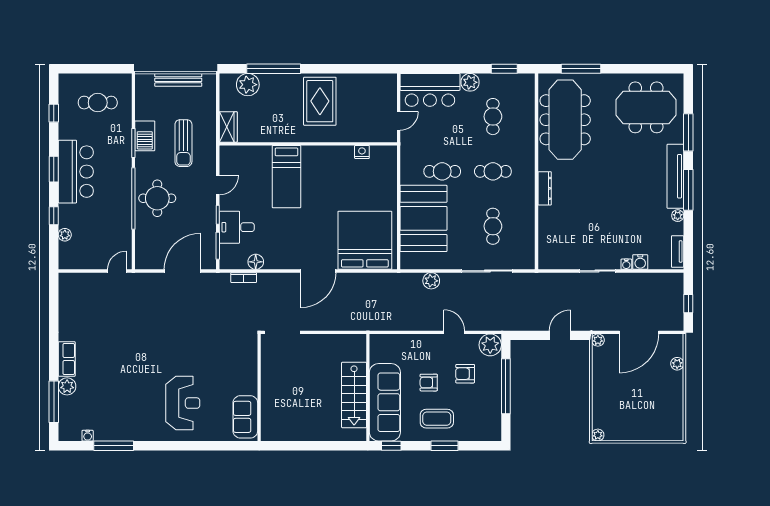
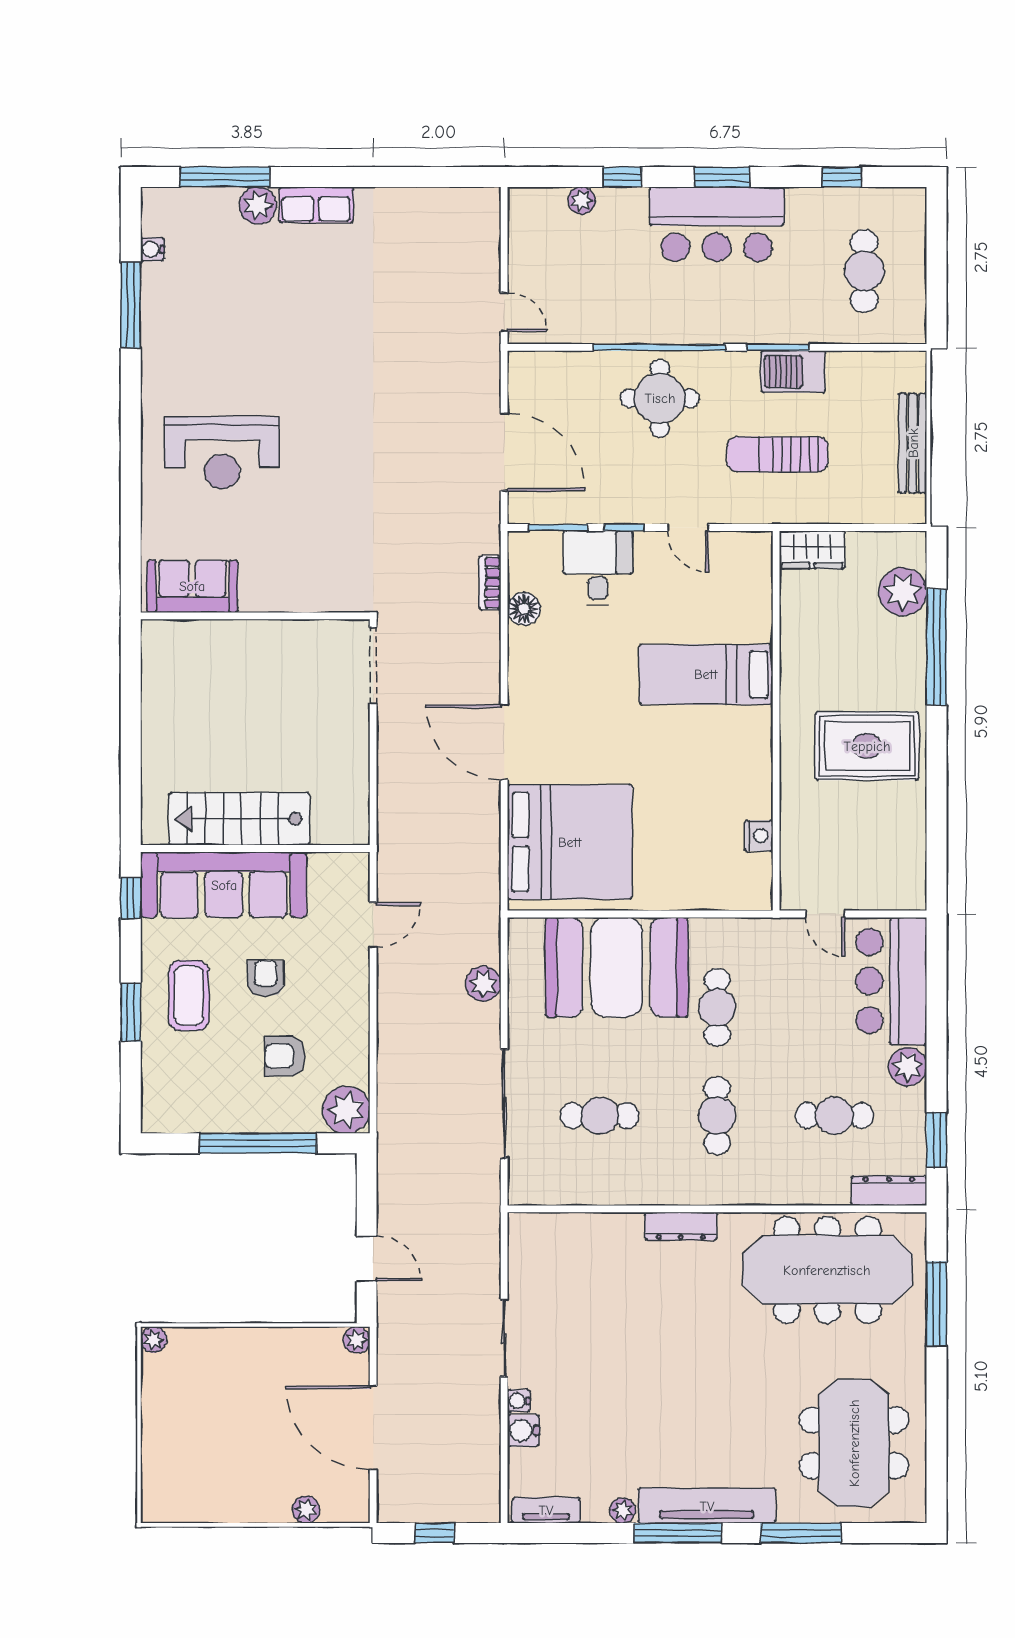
dresser: (528, 91) -> (889, 1191), added
door: (454, 332) -> (373, 925), moved
armchair: (465, 374) -> (285, 1056), turned -90

